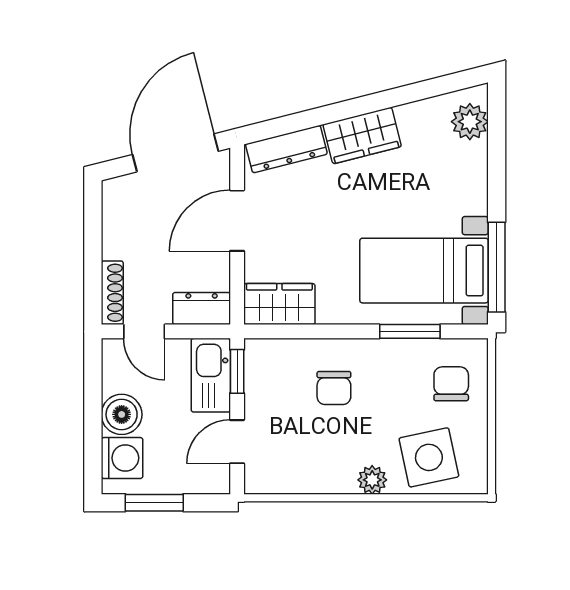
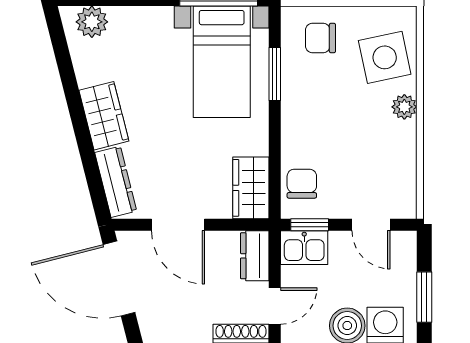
kitchen sink: (211, 375) -> (304, 248), width x0.73
chair: (334, 388) -> (302, 184), moved, turned -90

